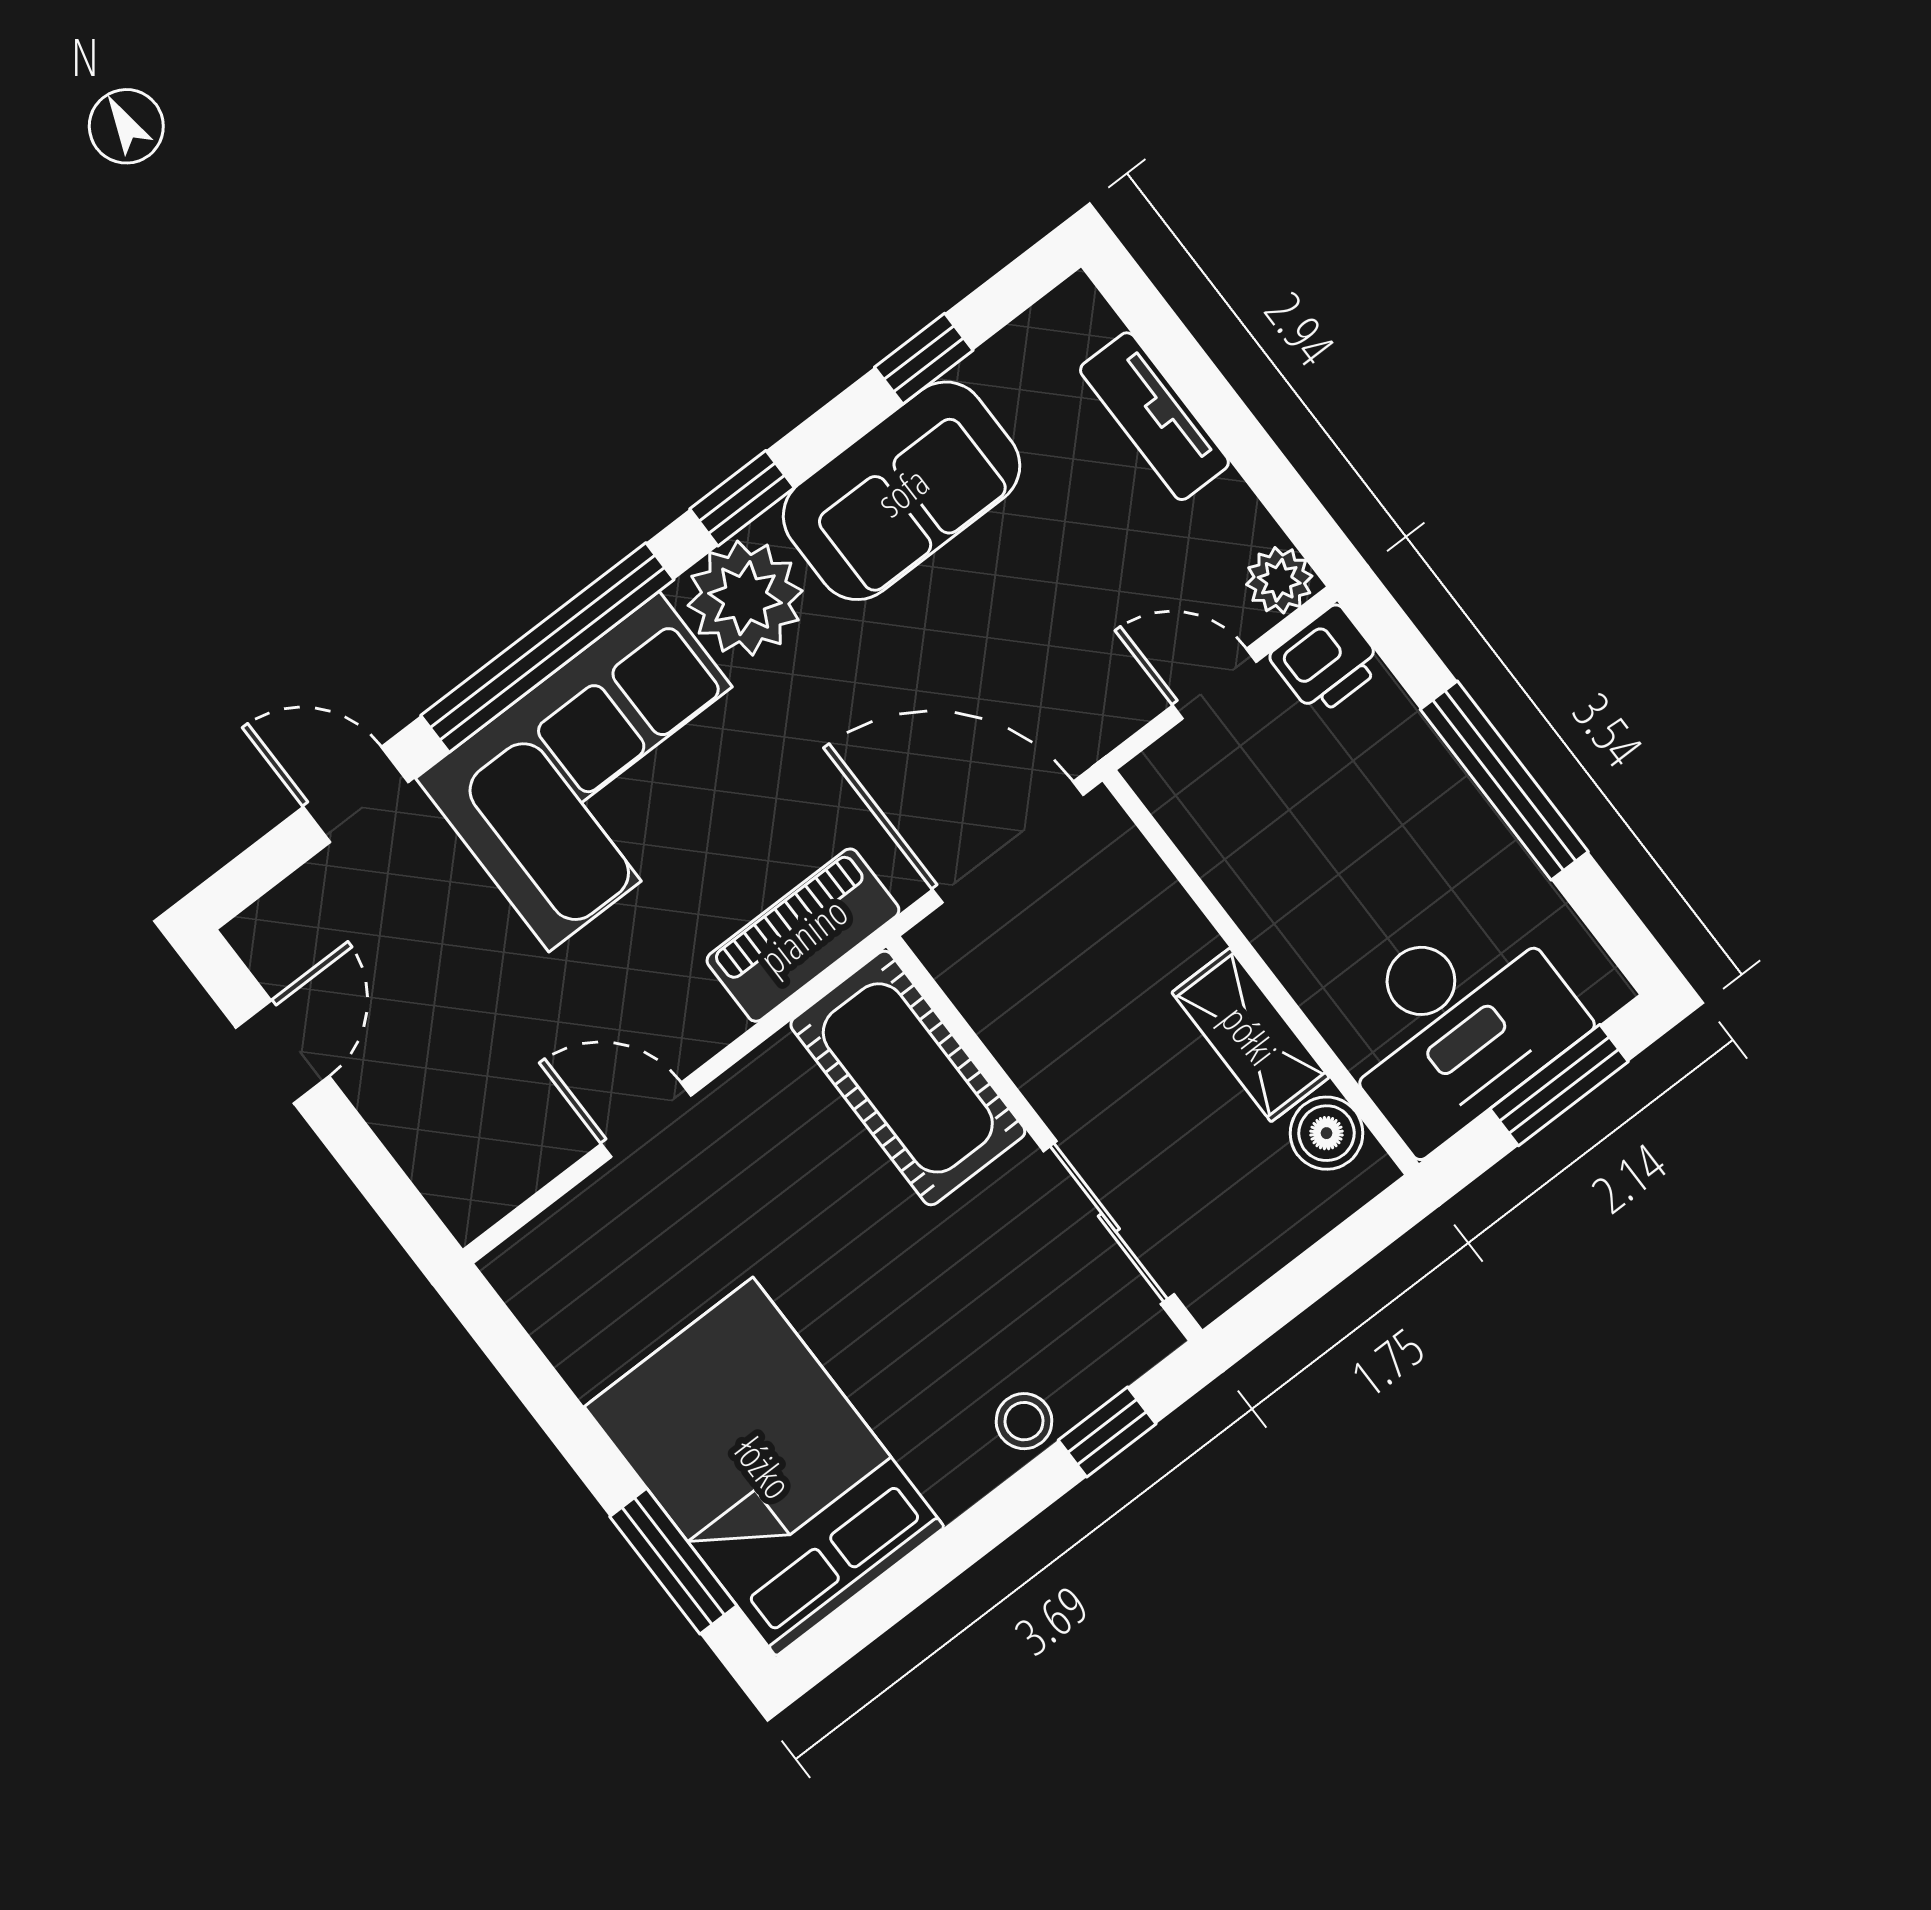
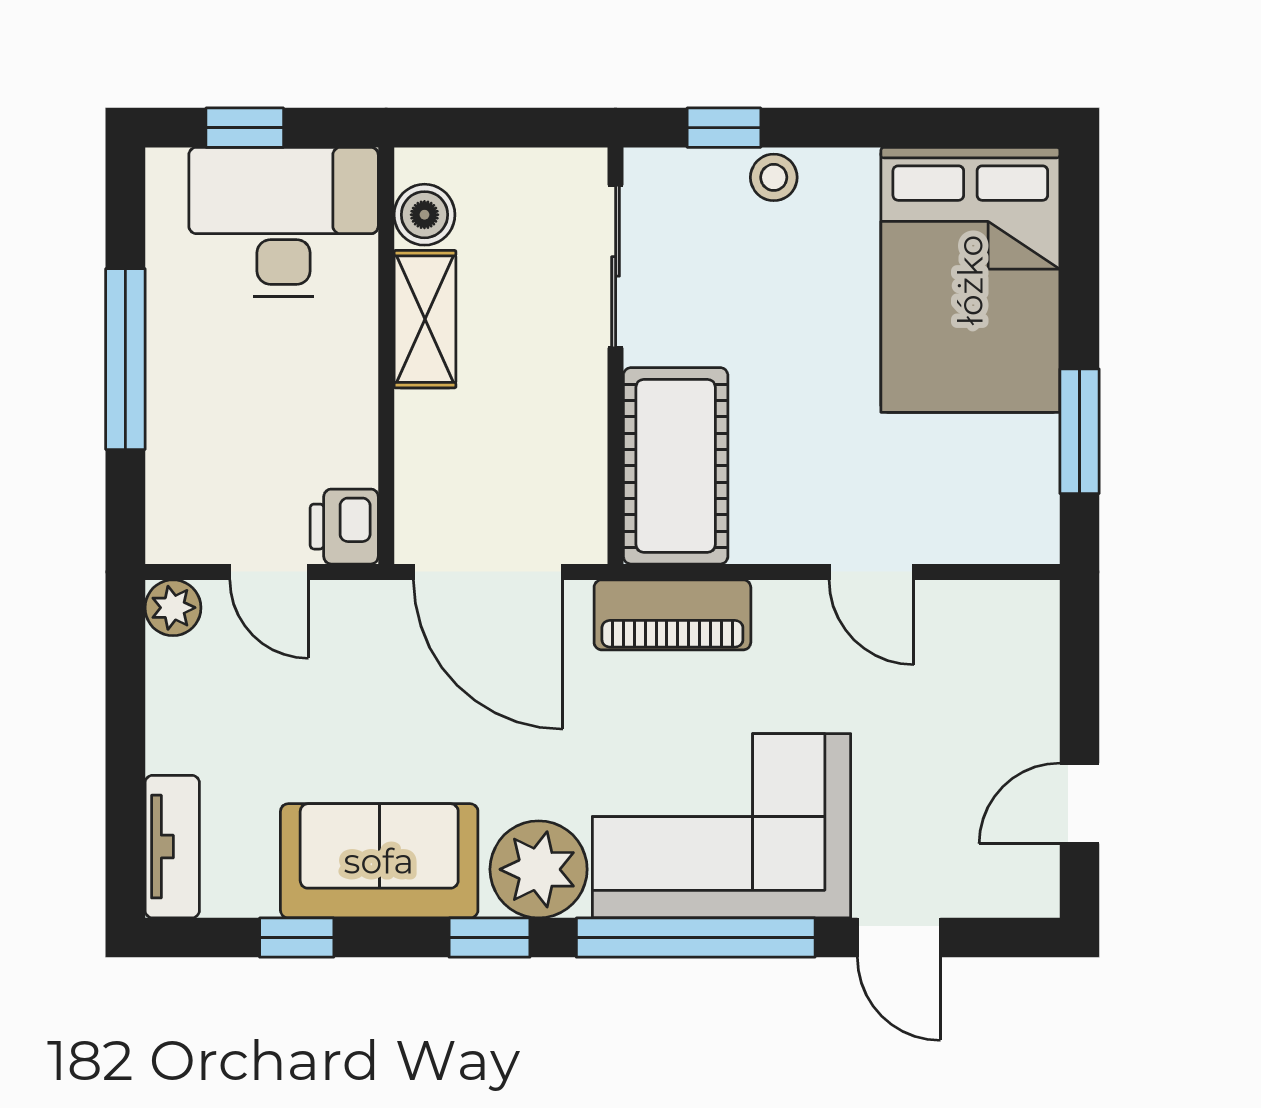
tv unit: (1154, 416) -> (172, 847), moved
printer: (1327, 661) -> (344, 527), moved, turned -90
window: (1559, 1085) -> (245, 128), width x0.67
window: (673, 1561) -> (1079, 431), moved

